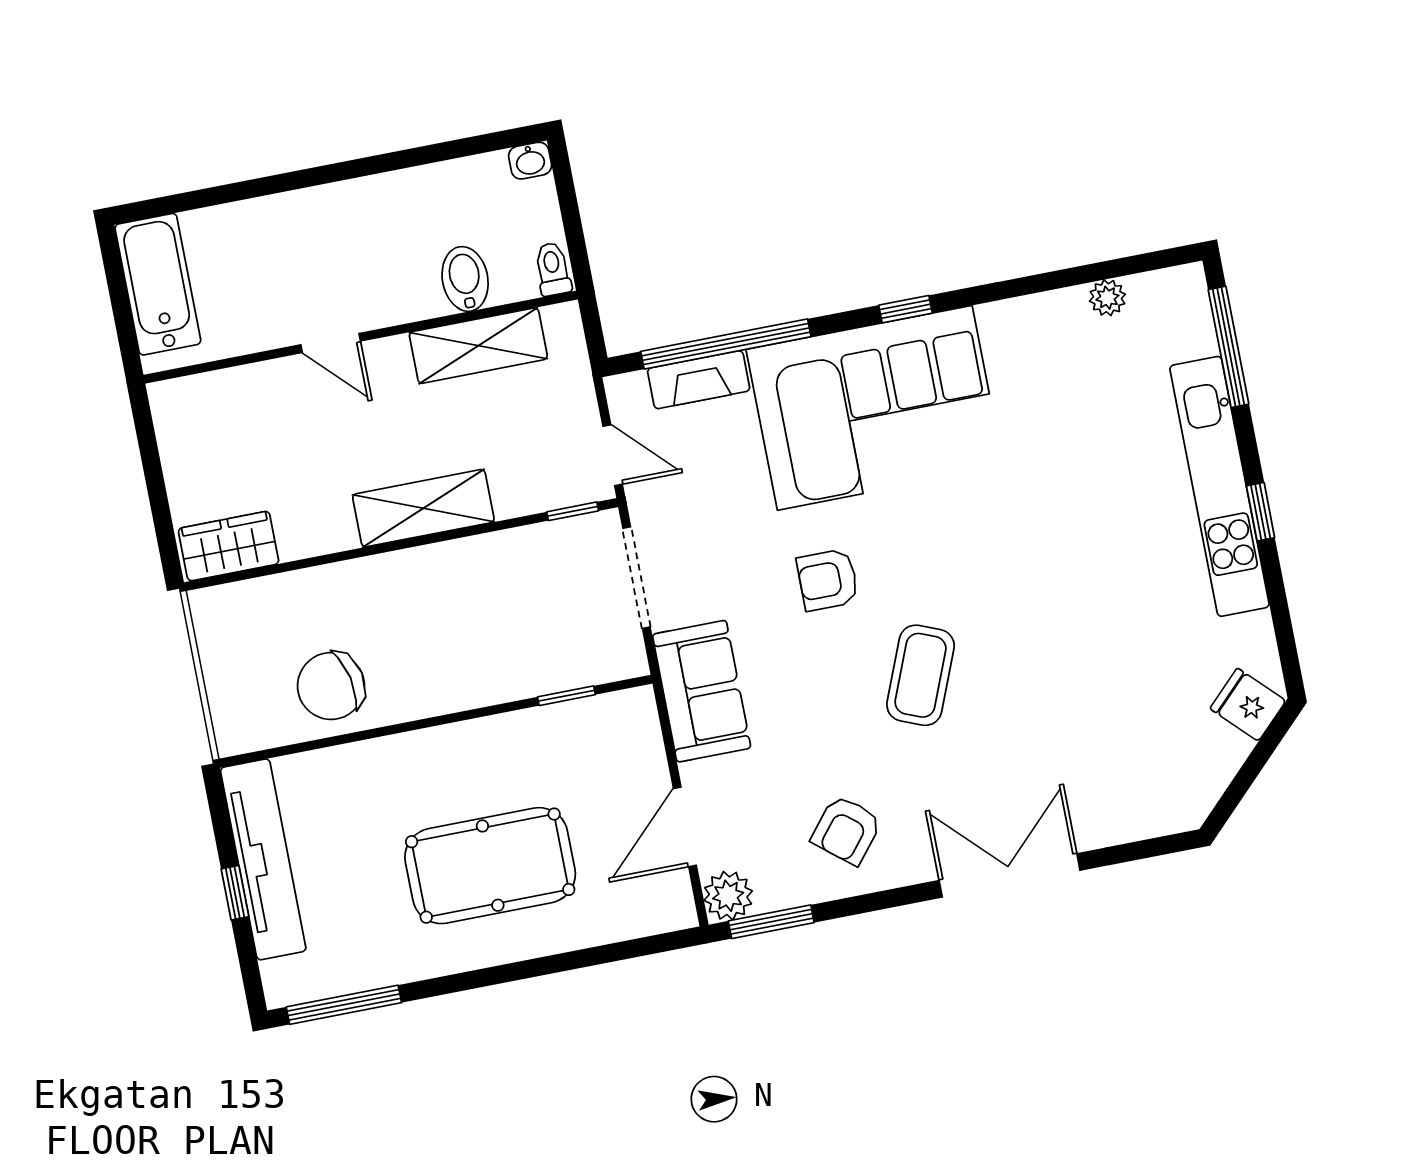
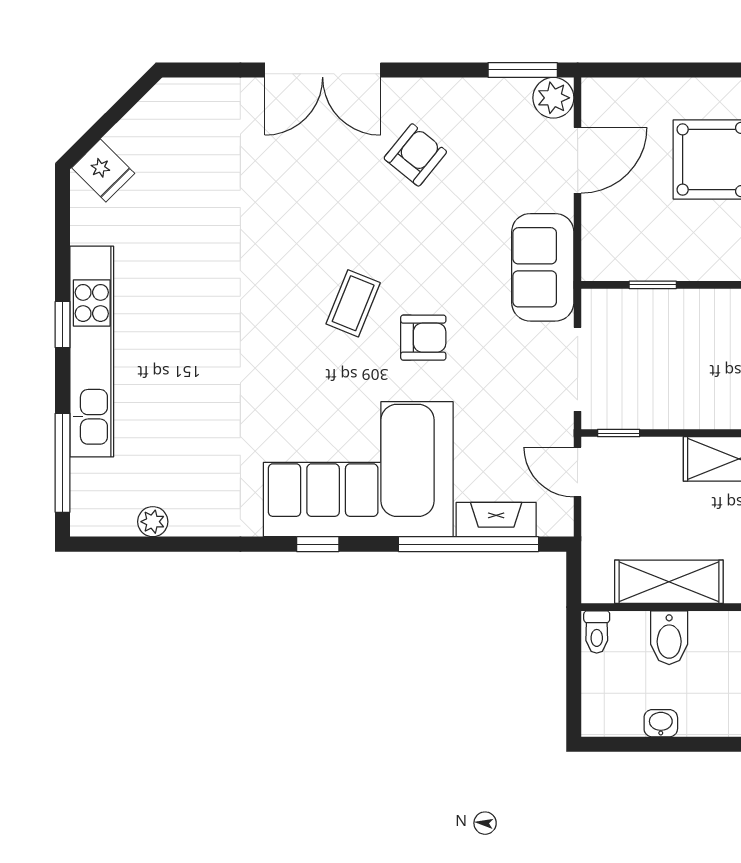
washbasin: (530, 161) -> (661, 723), moved
coffee table: (921, 675) -> (353, 303), moved, width x0.73, depth x0.77
armchair: (846, 830) -> (415, 155), moved

